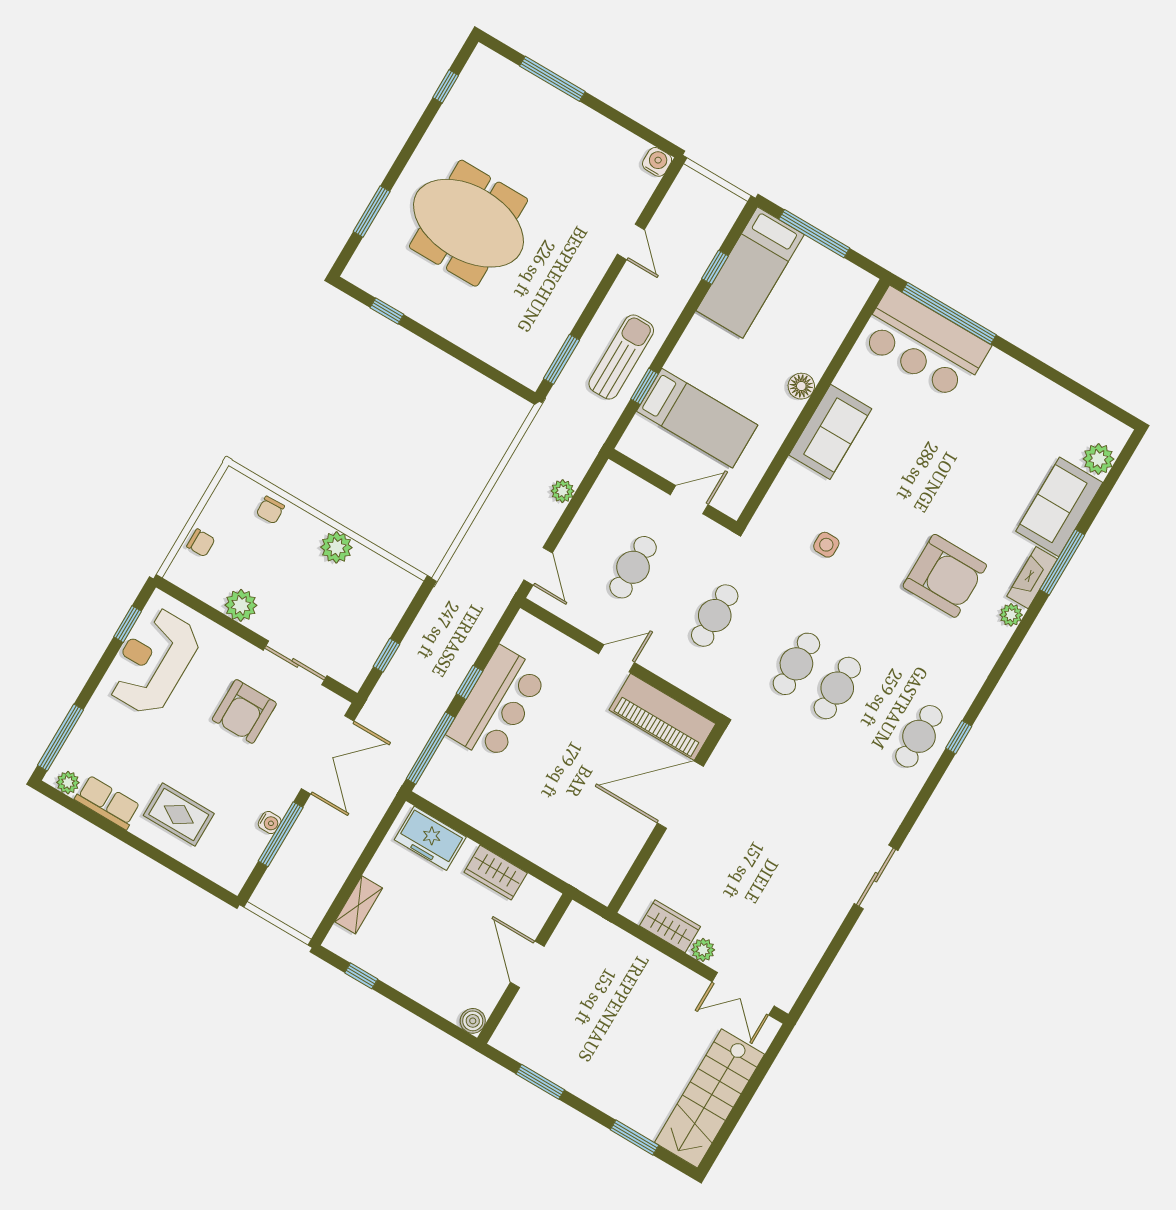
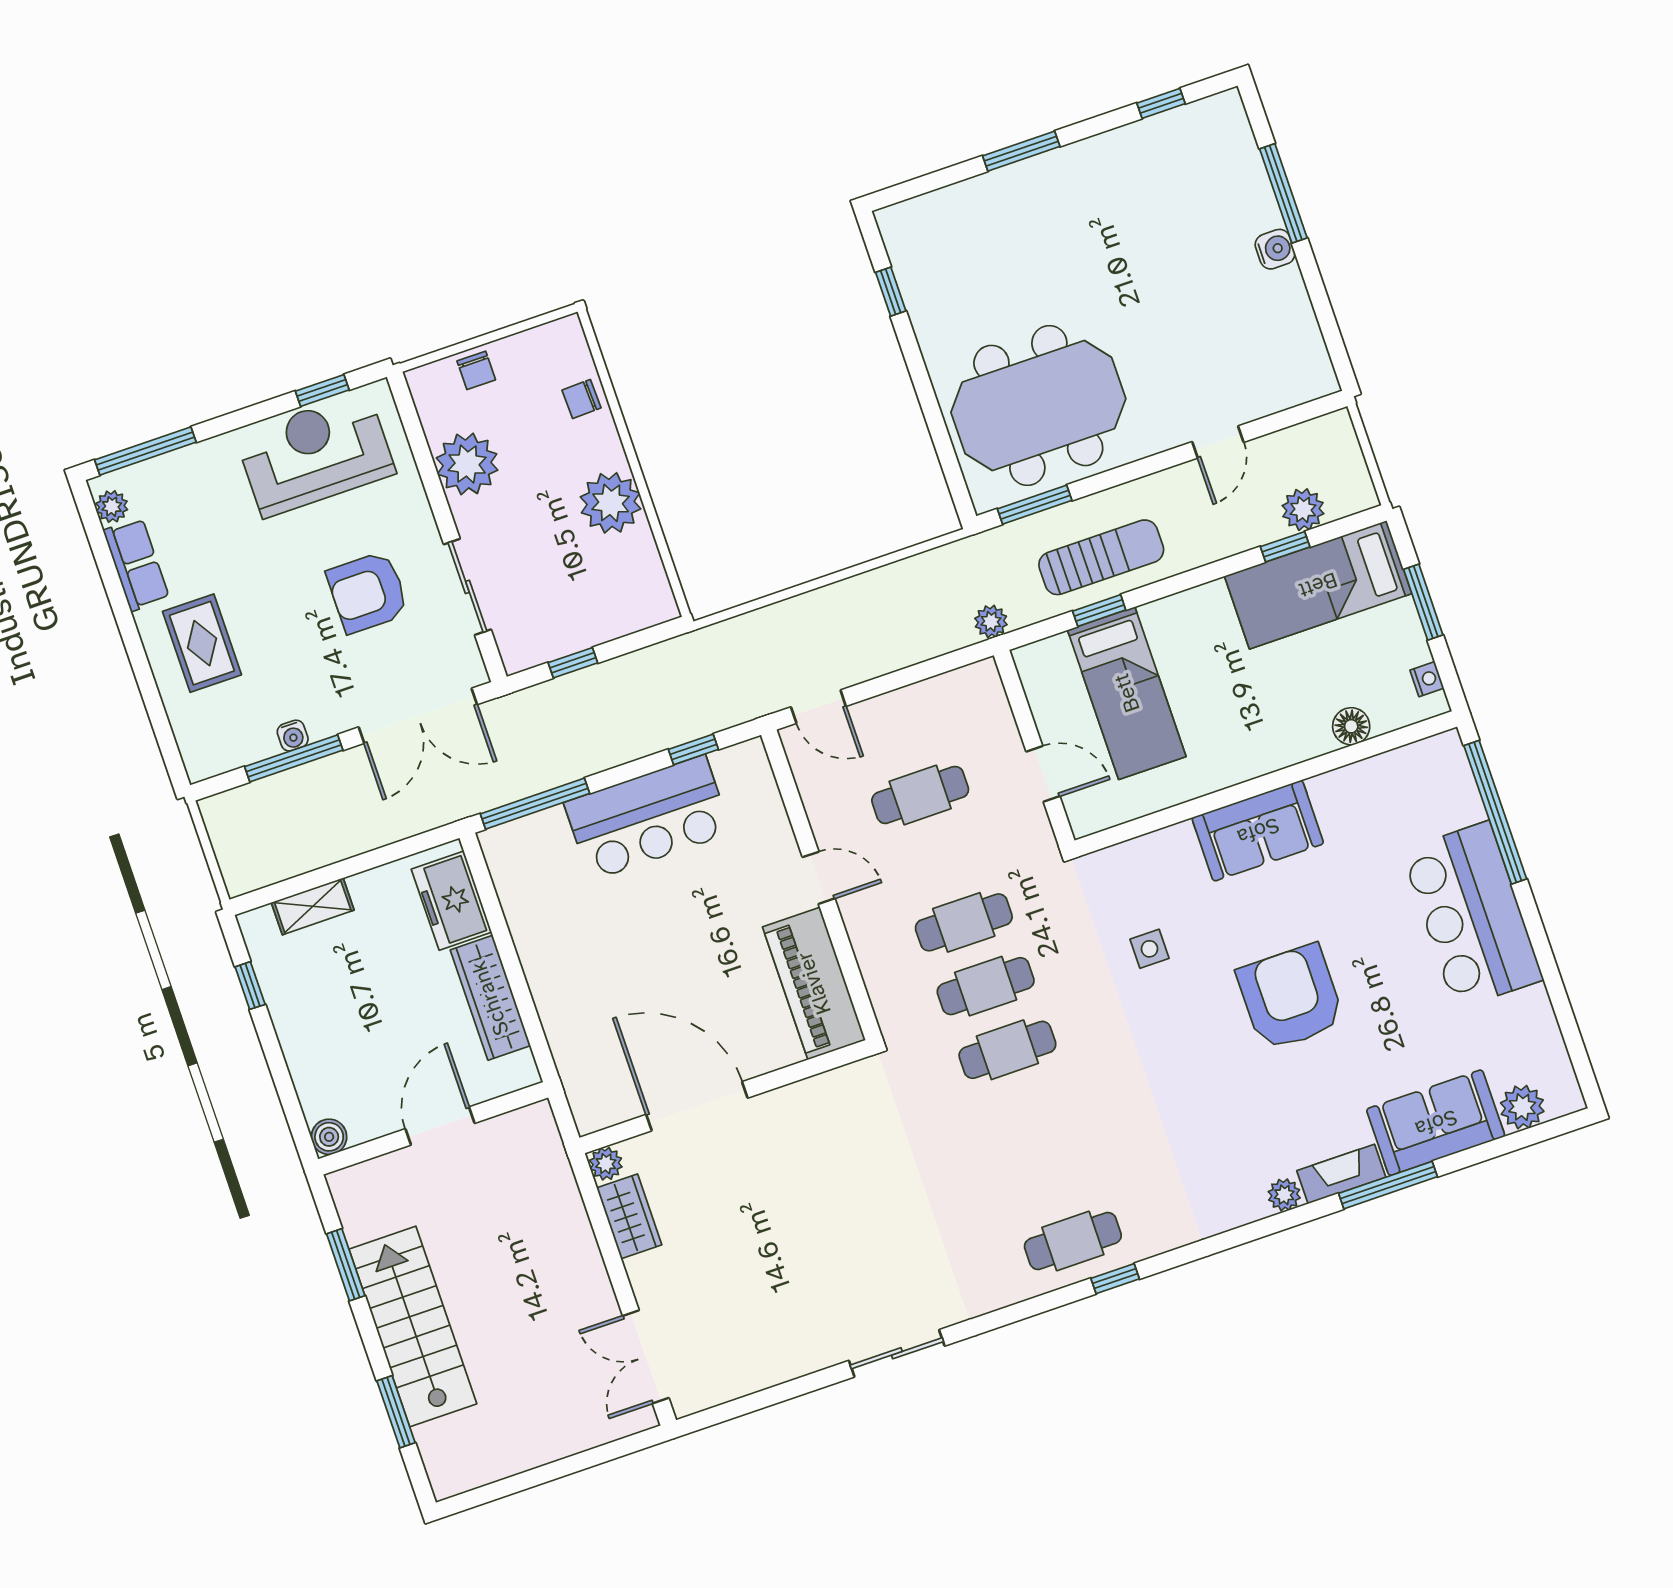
water cooler: (657, 162) -> (1275, 249), moved
window: (372, 211) -> (1021, 151), moved
meeting table: (468, 223) -> (1038, 405), moved, turned 90
window: (814, 234) -> (1423, 602), width x0.69
plant: (708, 239) -> (1303, 510), added
nightstand: (852, 273) -> (1427, 679), added
bar counter: (924, 344) -> (1472, 915), moved
floor lamp: (801, 386) -> (1351, 726), moved
plant: (562, 491) -> (991, 621), moved
plant: (336, 547) -> (611, 503), width x1.36, depth x1.36
door: (538, 566) -> (818, 707), hinge flipped
armchair: (945, 576) -> (1291, 998), moved, turned 180
plant: (241, 605) -> (467, 464), width x1.36, depth x1.36
window: (470, 682) -> (693, 749), moved
cafe table: (837, 688) -> (986, 986), moved
door: (680, 795) -> (697, 1106), moved
wardrobe: (496, 873) -> (490, 998), width x1.50
plant: (703, 950) -> (606, 1164), moved
stairs: (709, 1098) -> (413, 1327), moved, turned 90

